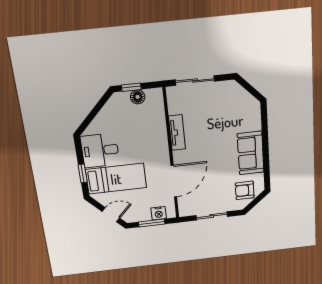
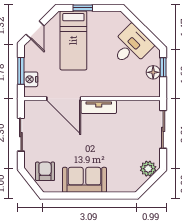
plant: (236, 92) -> (148, 169), added
tv unit: (177, 133) -> (99, 107), moved
desk: (100, 151) -> (131, 46), moved, turned 45

